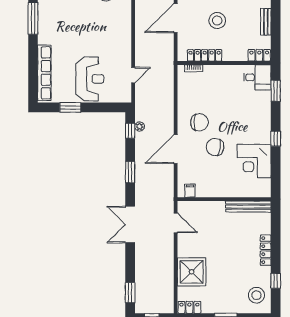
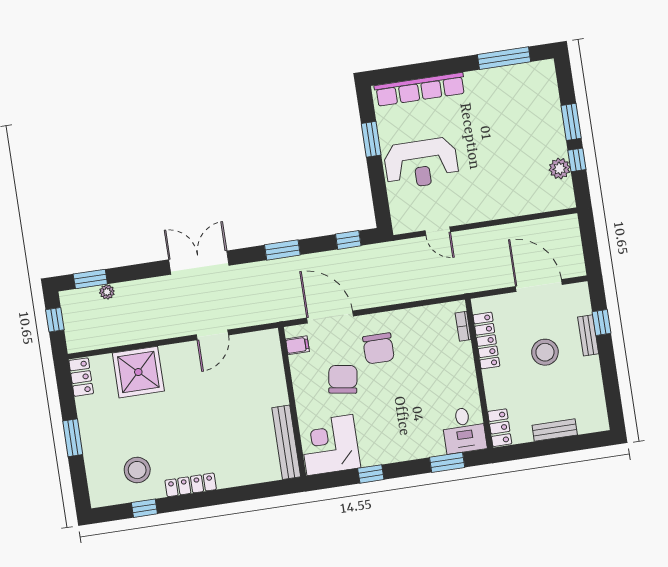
plant: (140, 126) -> (107, 292), moved
filing cabinet: (190, 191) -> (297, 345), moved
wall: (224, 199) -> (292, 402), moved
bench: (248, 207) -> (286, 442), moved
stool: (256, 295) -> (137, 470), moved

